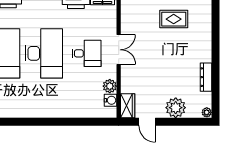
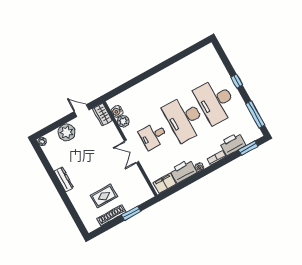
dresser: (206, 77) -> (64, 179), moved

